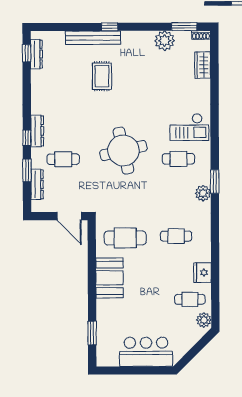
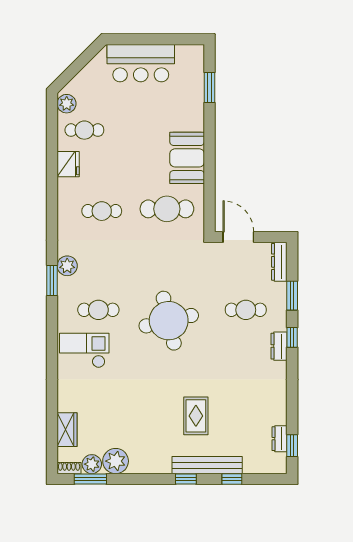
window: (74, 27) -> (232, 479), added
plant: (183, 38) -> (92, 464), added
dresser: (36, 54) -> (280, 439), width x0.70
dresser: (37, 131) -> (279, 346), width x0.70
dresser: (37, 184) -> (279, 262), moved

